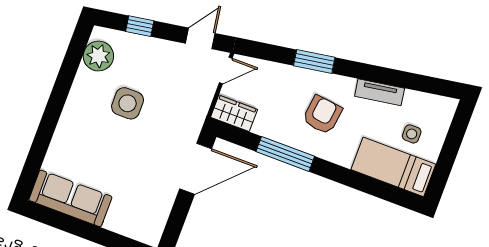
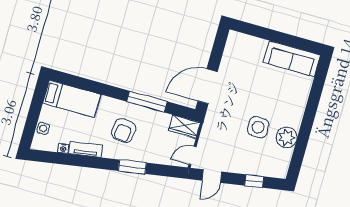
plant: (98, 56) -> (287, 137), moved
nightstand: (412, 96) -> (63, 148), added
side table: (412, 134) -> (43, 128), moved

